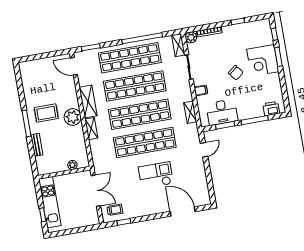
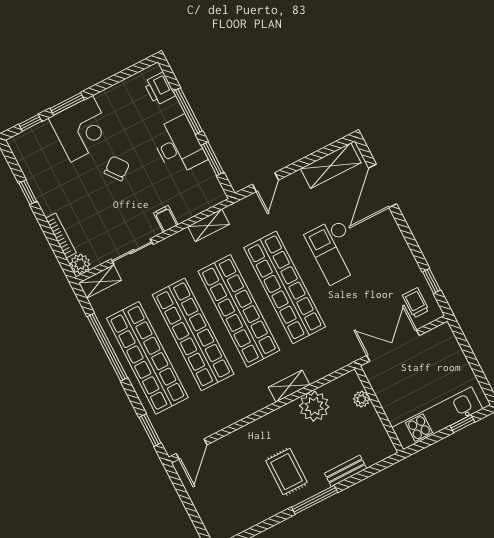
shelving: (88, 101) -> (331, 166), moved
desk: (222, 112) -> (179, 146), moved
plant: (73, 117) -> (314, 406), moved
door: (204, 150) -> (266, 182), swing flipped

